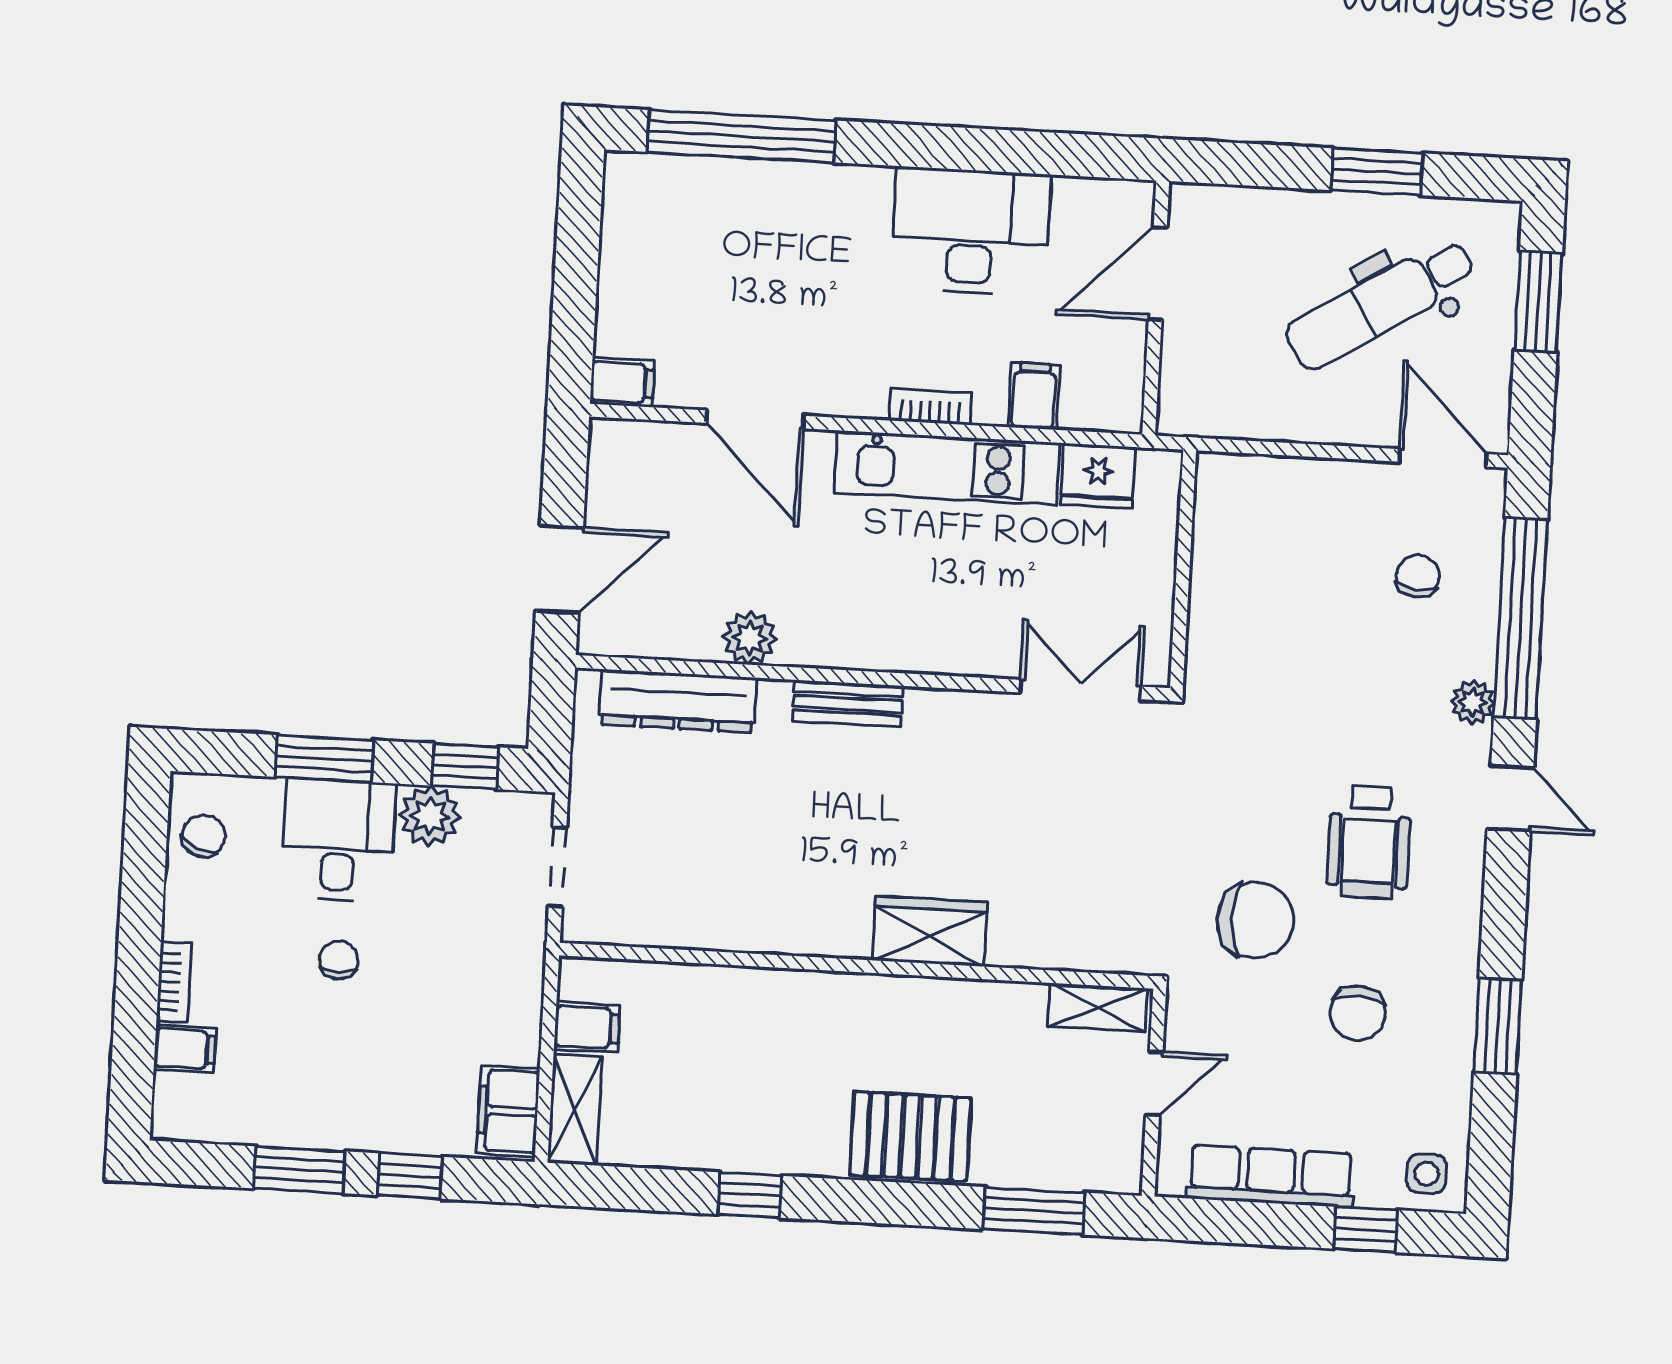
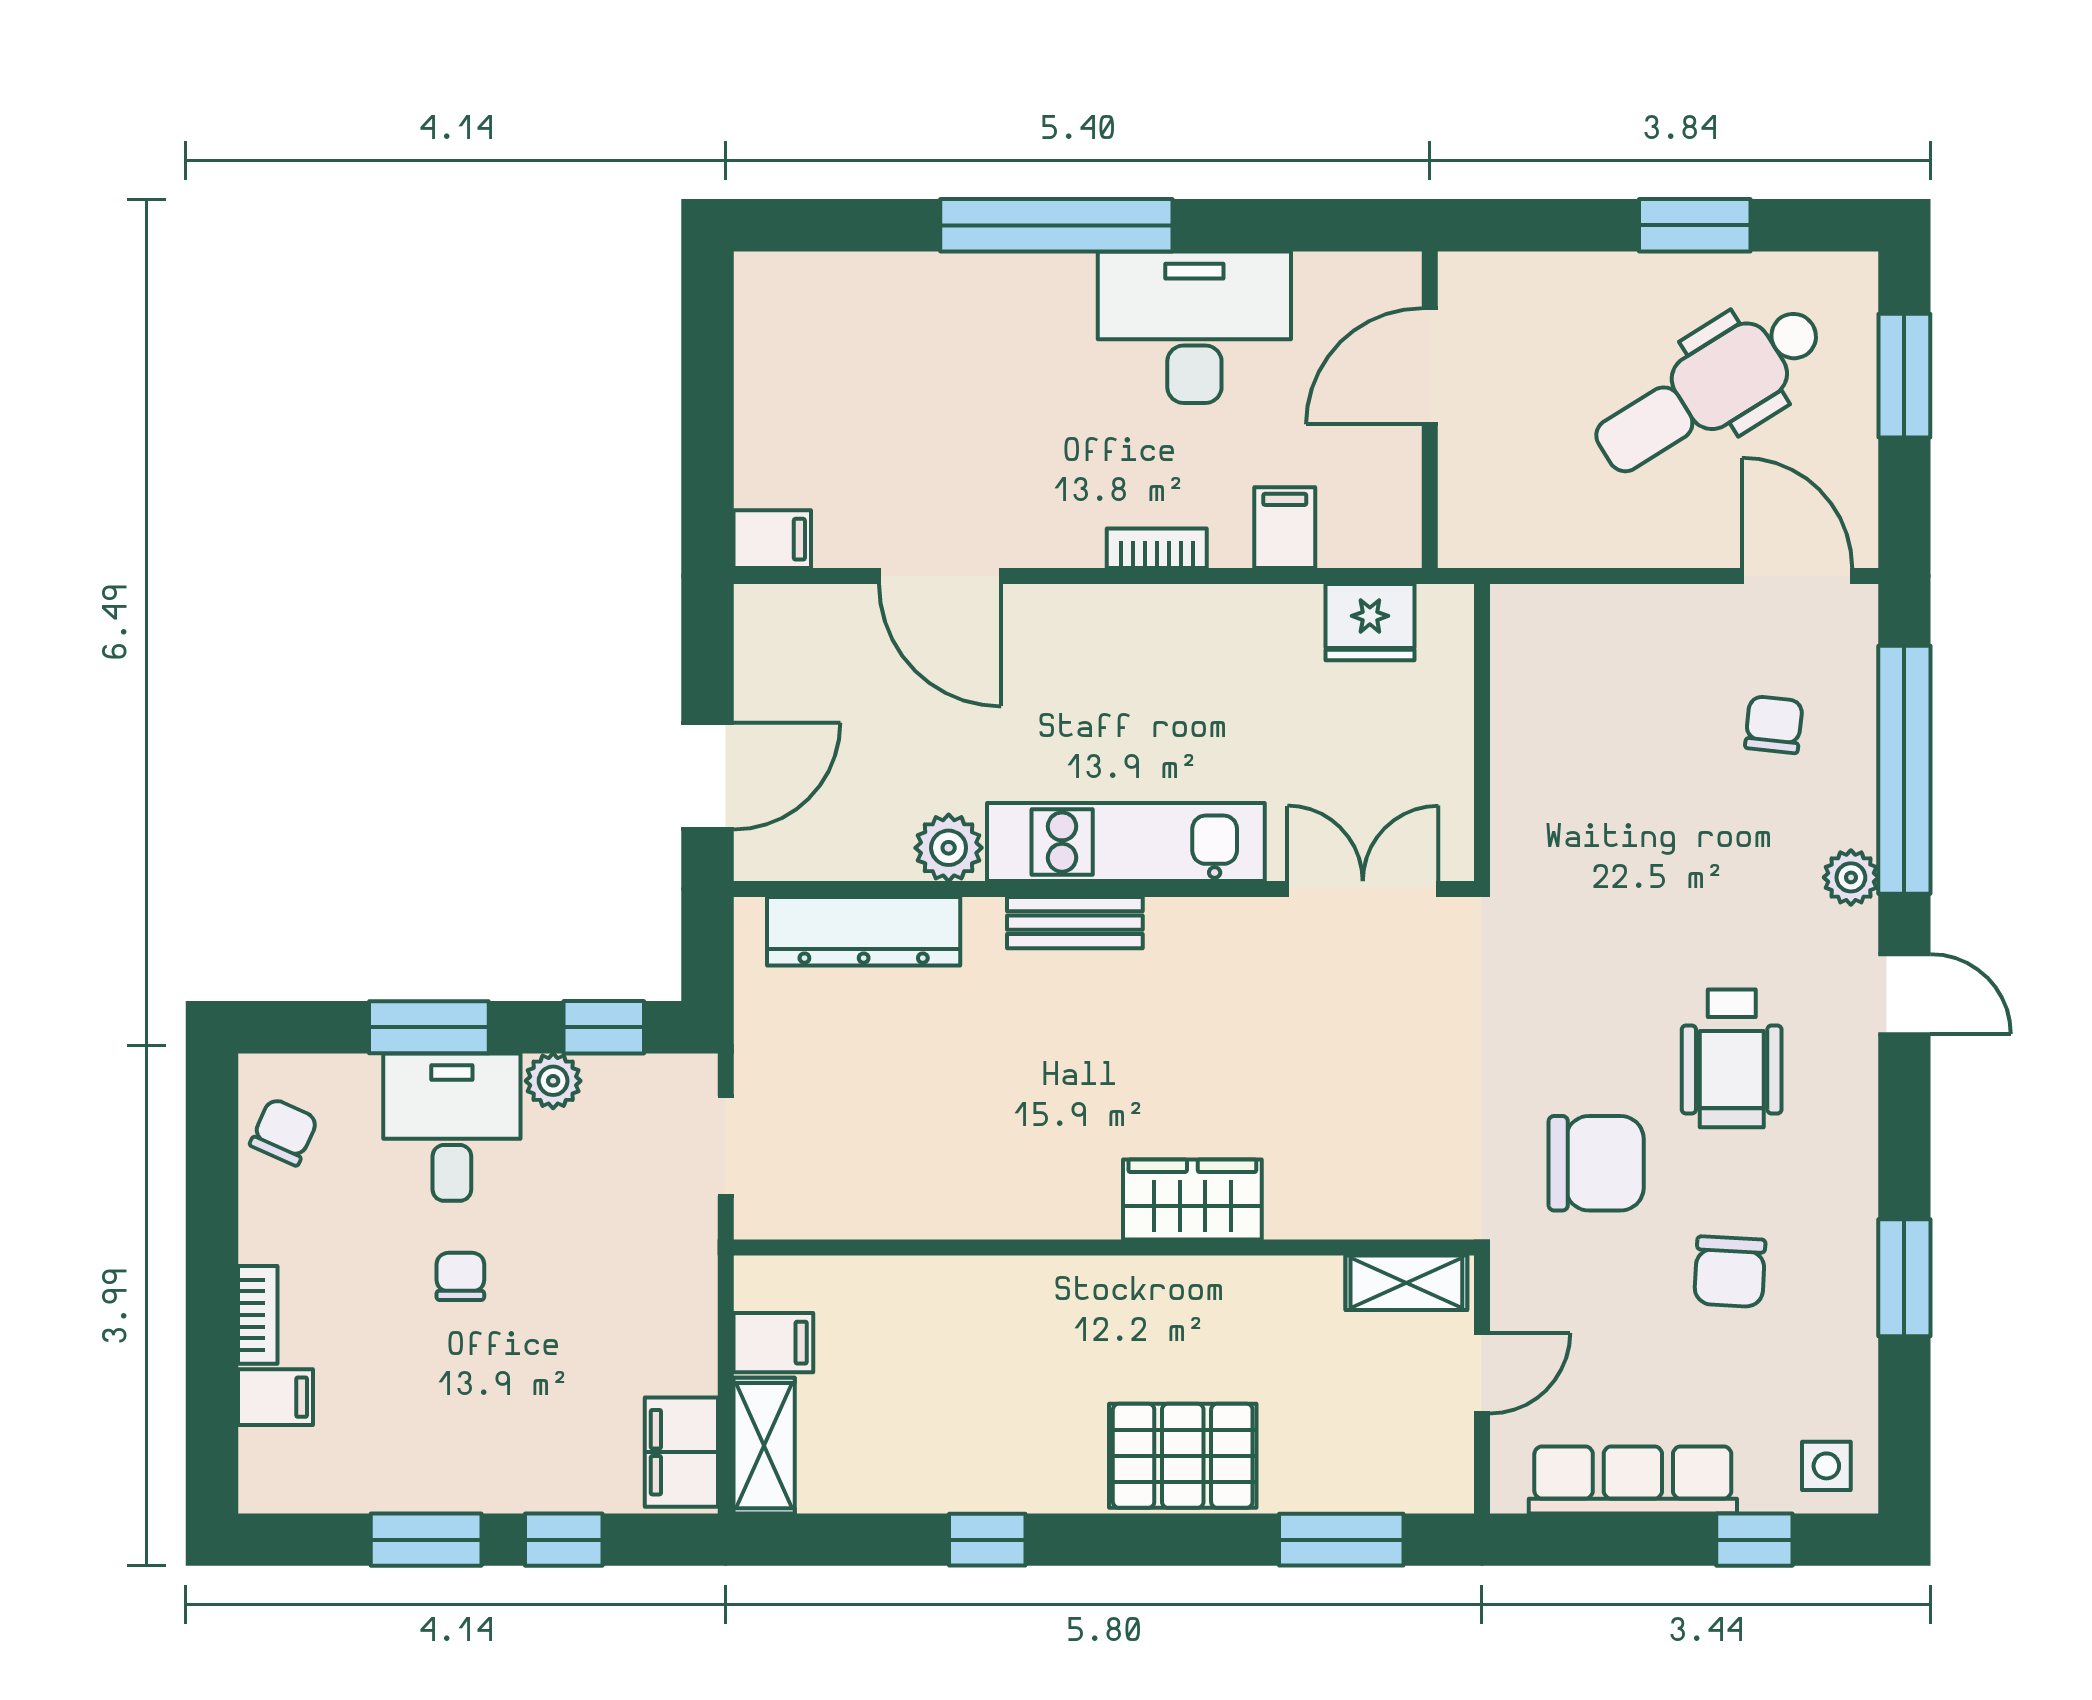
window: (742, 136) -> (1056, 225), moved
kitchen unit: (947, 468) -> (1126, 842), moved, turned 180
plant: (430, 816) -> (553, 1081), width x0.73, depth x0.73

